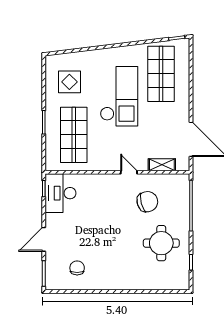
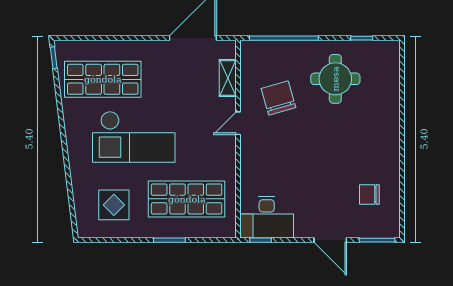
checkout: (119, 96) -> (134, 137), turned 180

